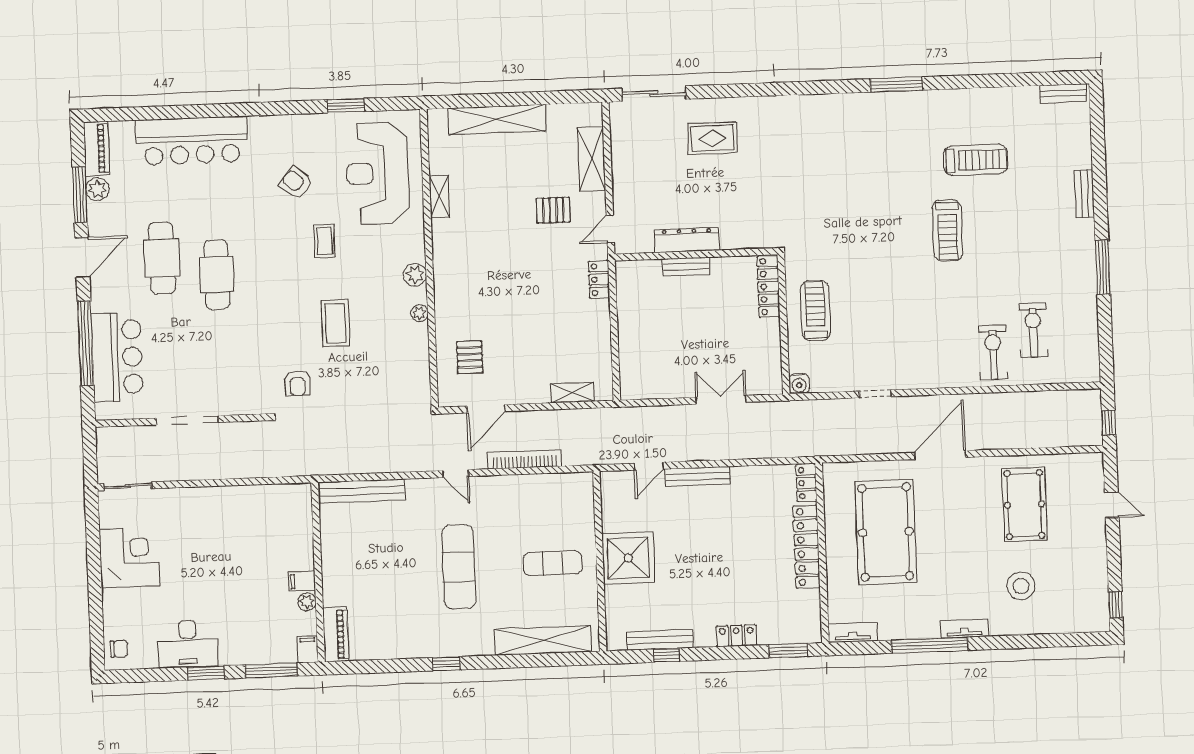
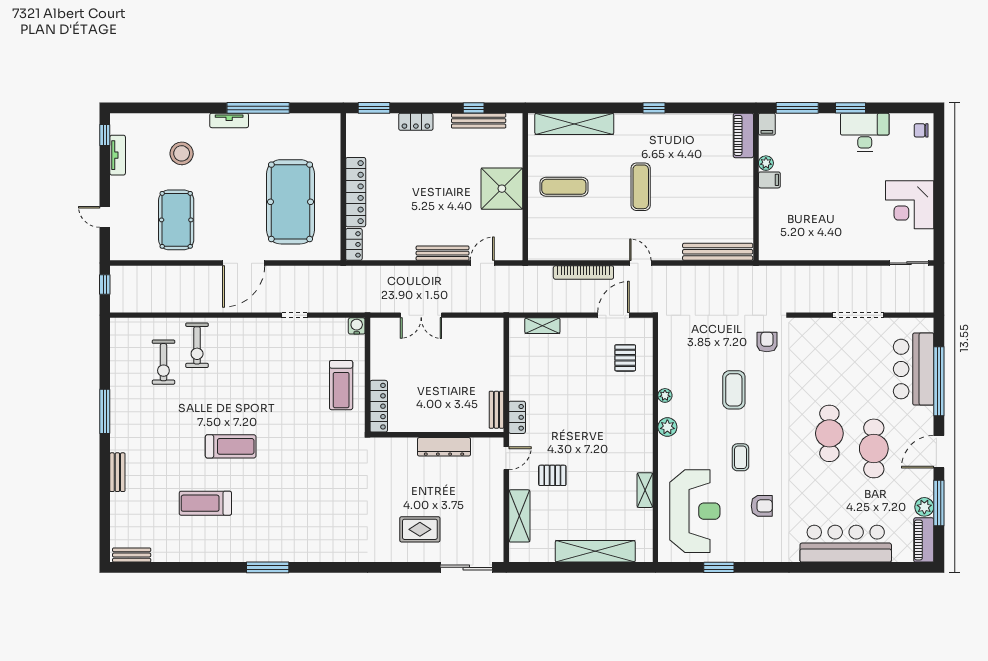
armchair: (296, 183) -> (762, 506), turned -40
treadmill: (947, 231) -> (231, 446), turned 90
bench: (686, 267) -> (496, 410), moved, turned 90
exercise mat: (459, 567) -> (641, 187), width x0.73, depth x0.69
tv unit: (853, 632) -> (118, 155), moved, turned -90

